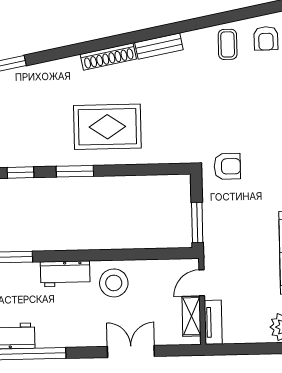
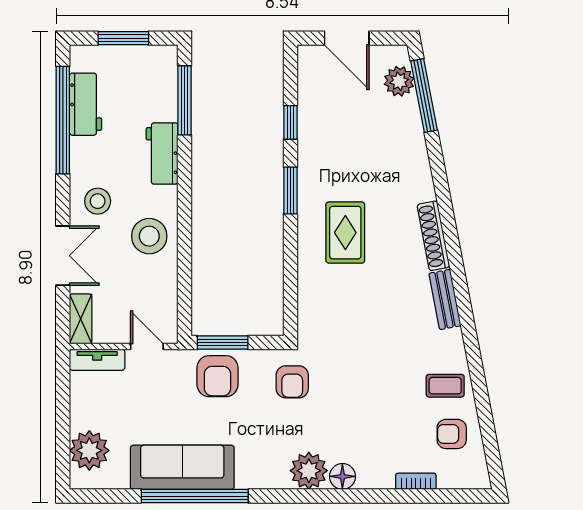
rug: (107, 127) -> (345, 233), width x0.73, depth x0.70
armchair: (224, 226) -> (217, 376), added
workbench: (65, 274) -> (162, 153), moved
shelving: (191, 316) -> (81, 319), moved, turned 90
stool: (87, 325) -> (98, 201), added

